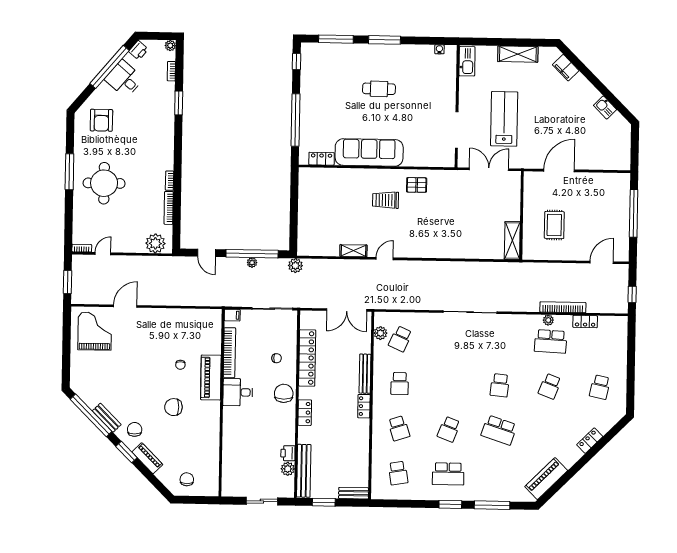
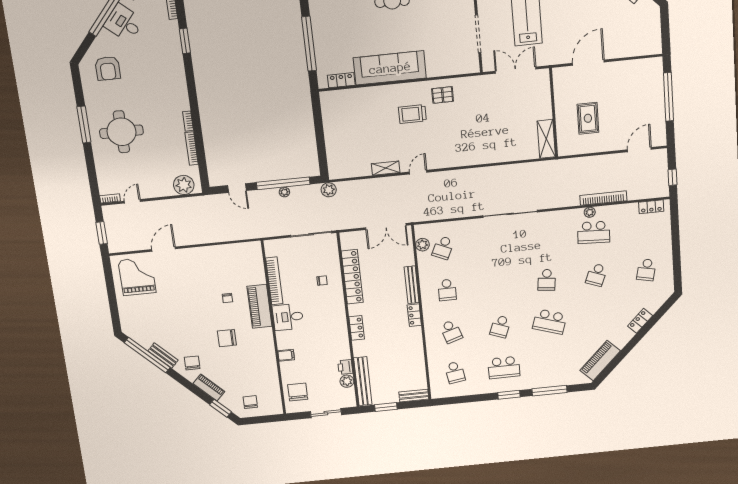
filing cabinet: (232, 315) -> (286, 355), moved
locker: (585, 322) -> (651, 207), moved
chair: (284, 393) -> (298, 392), moved
window: (126, 452) -> (221, 408), moved

